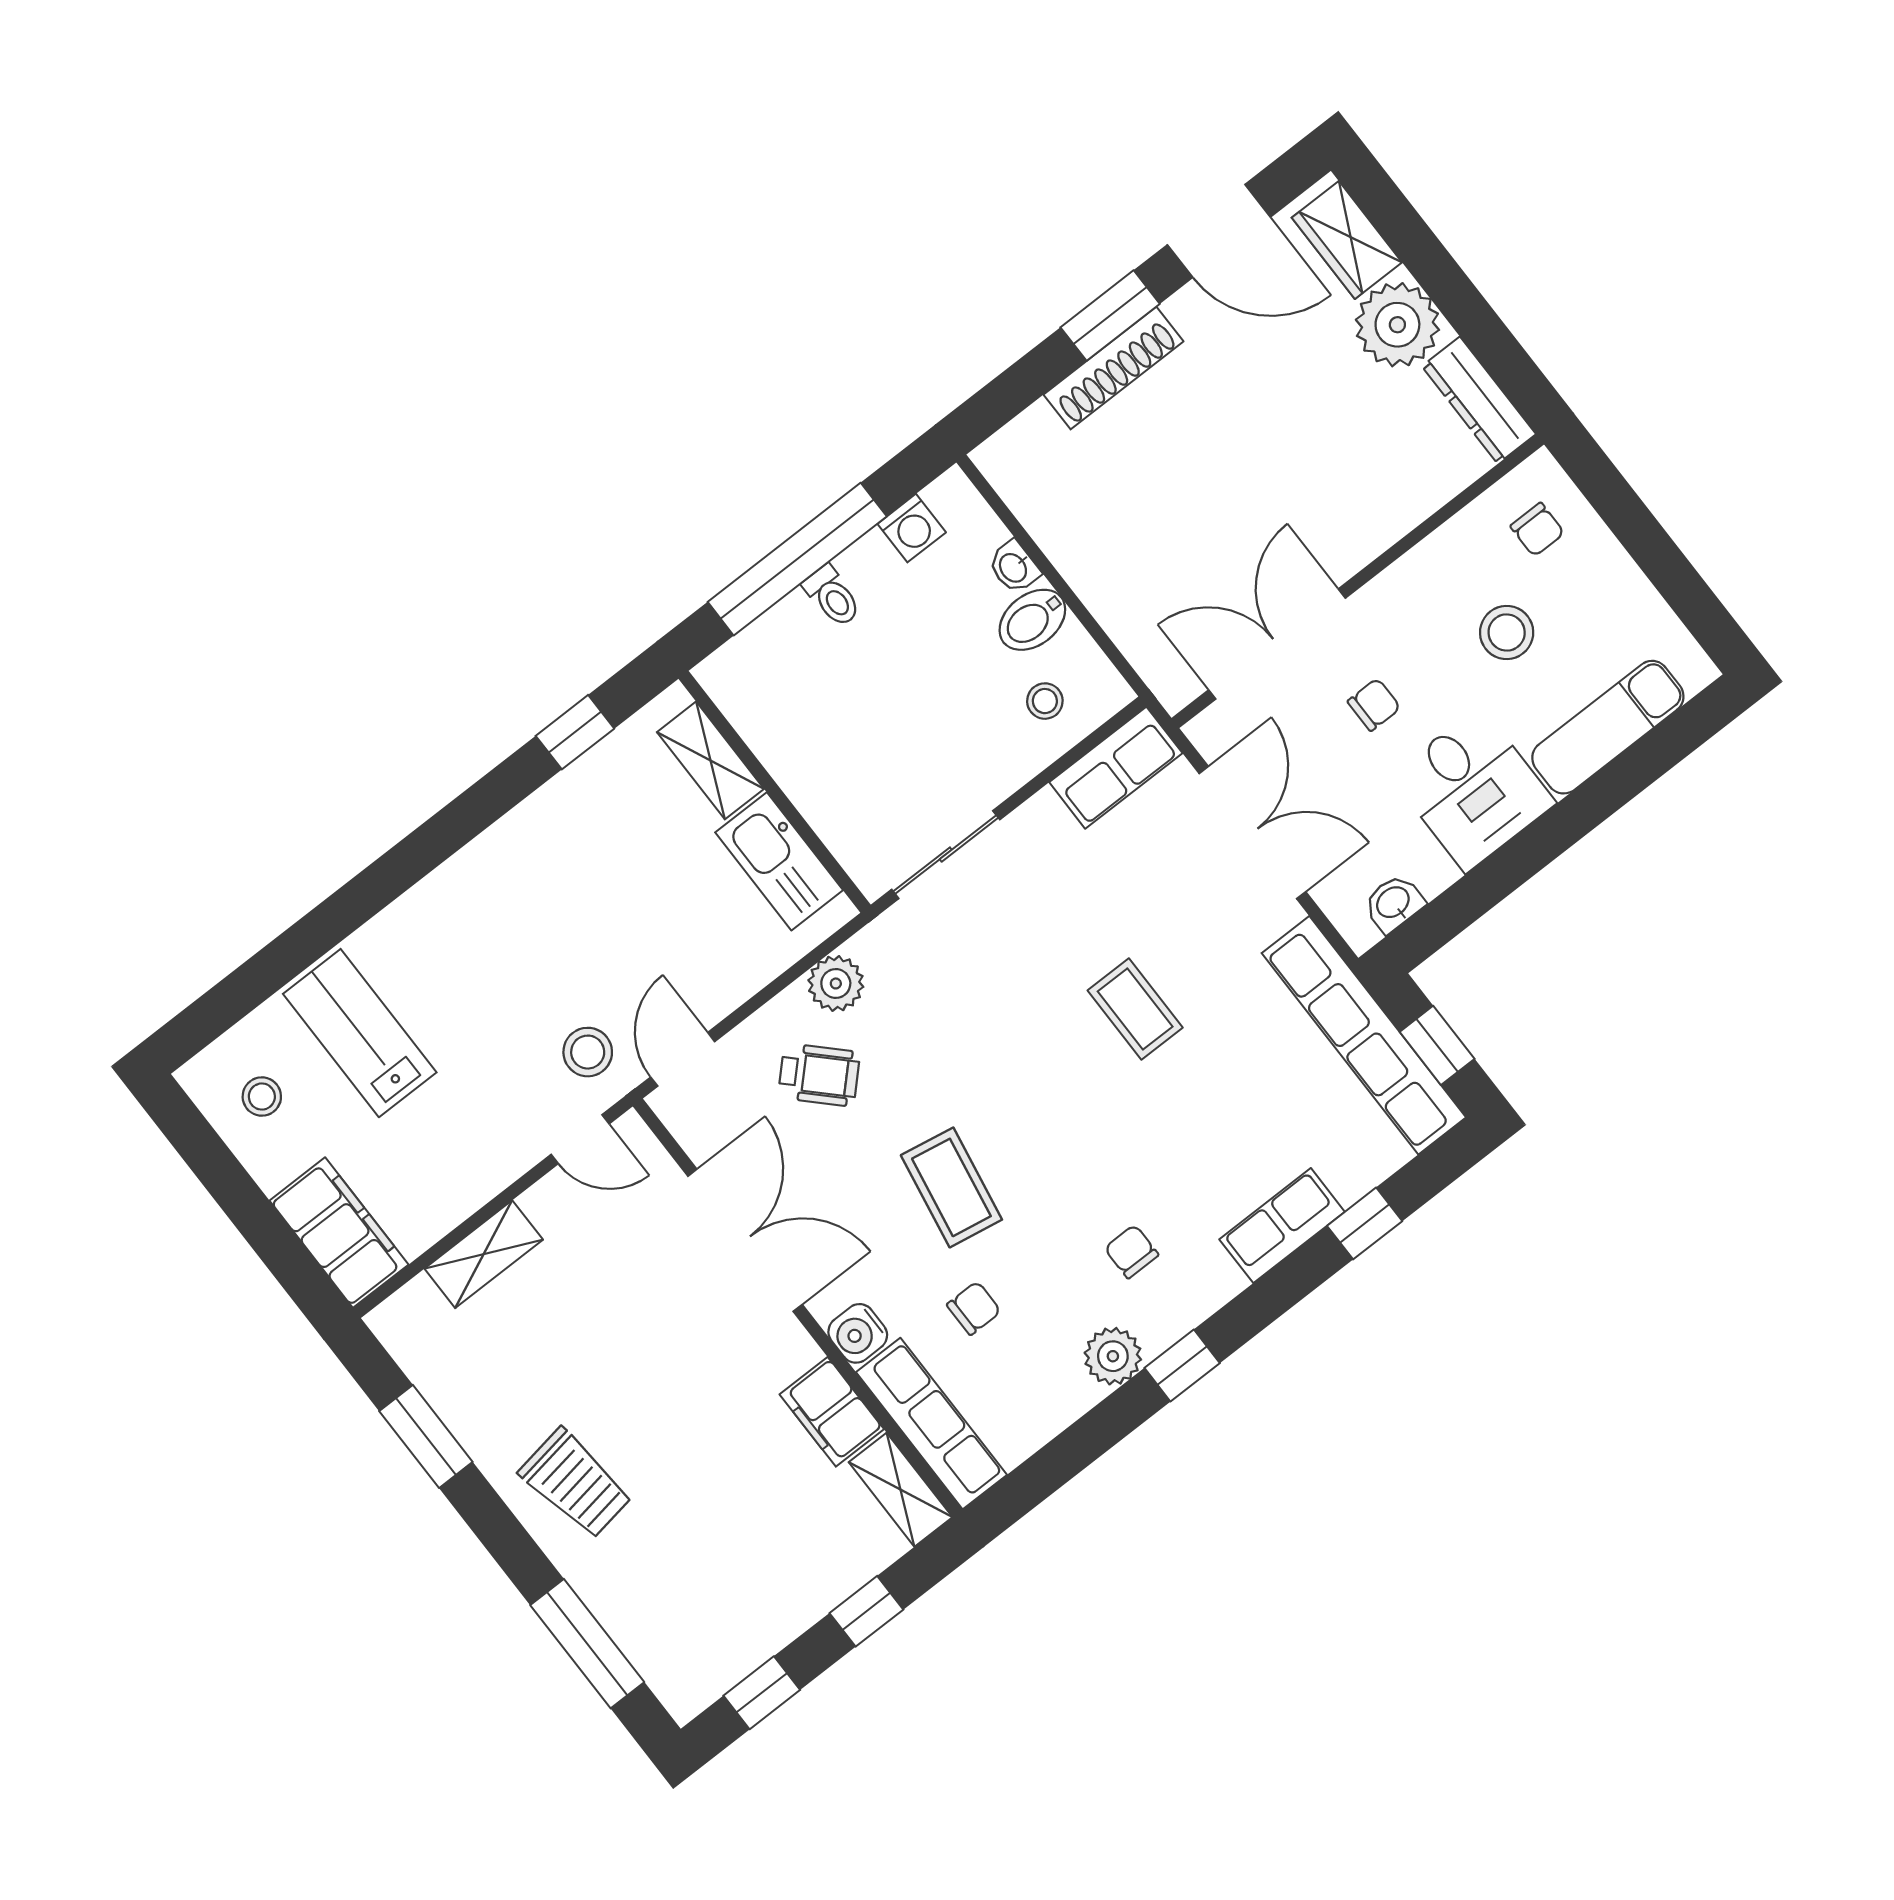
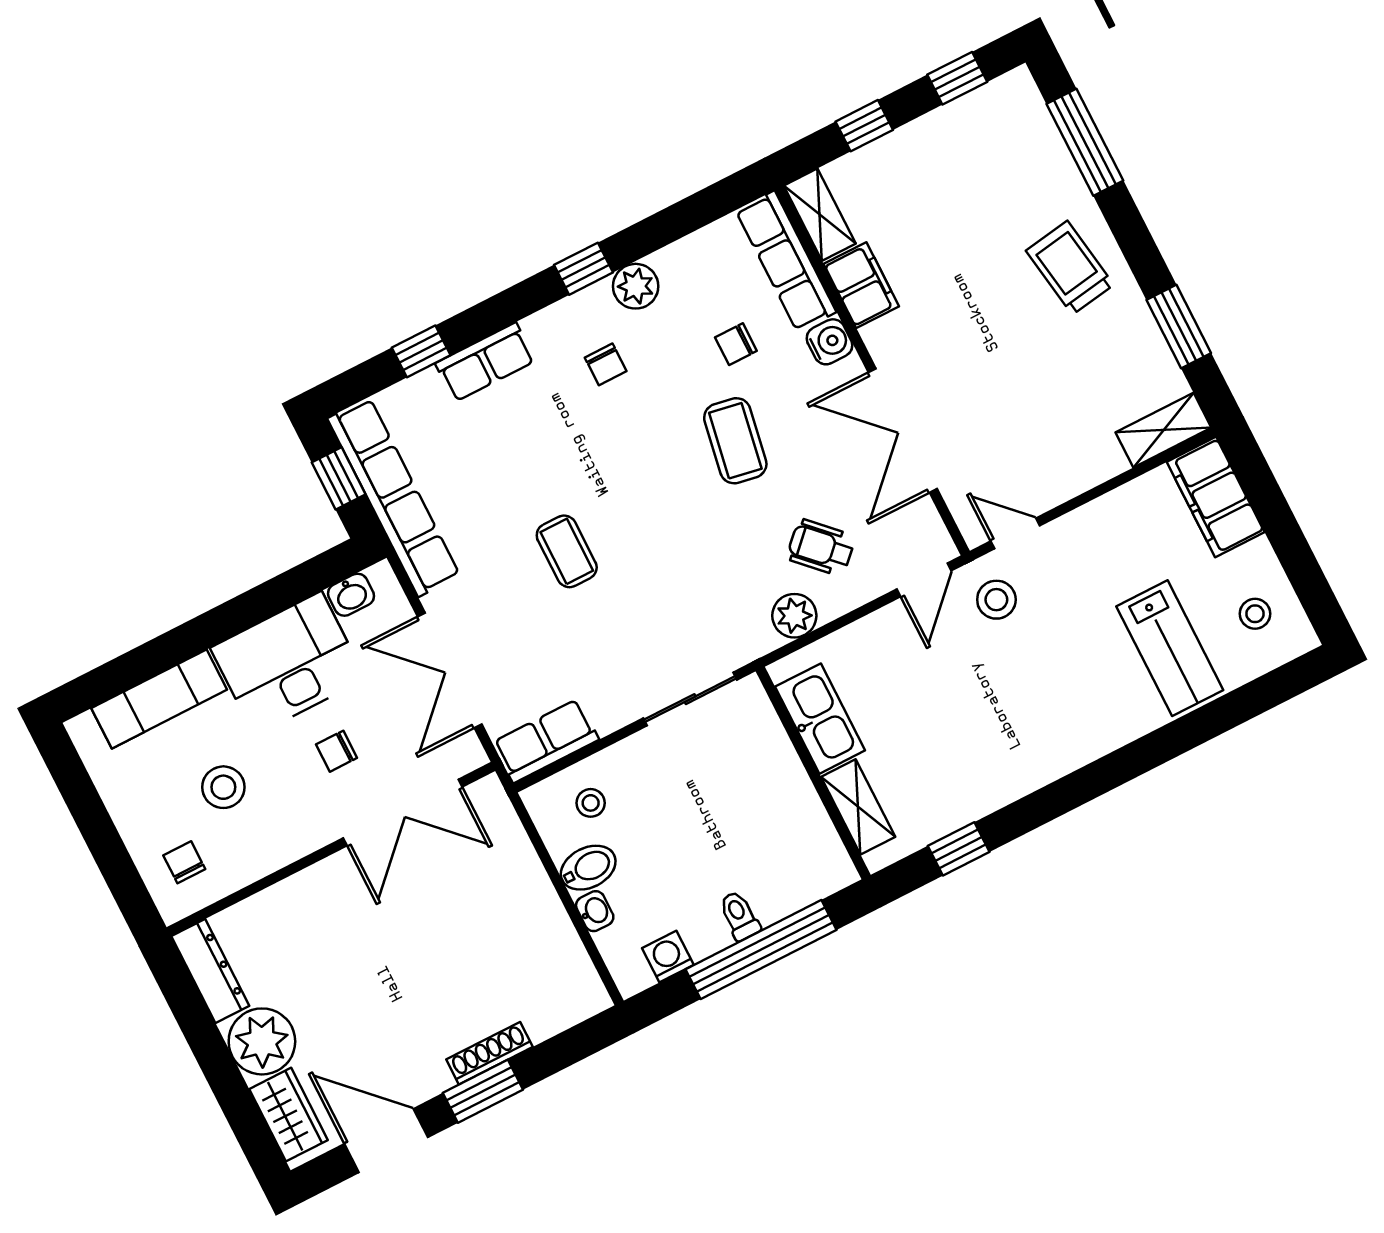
shoe rack: (1113, 368) -> (490, 1053), width x0.74, depth x0.81
desk: (1473, 789) -> (288, 663), width x1.37
shelving: (484, 1254) -> (1163, 430), moved

